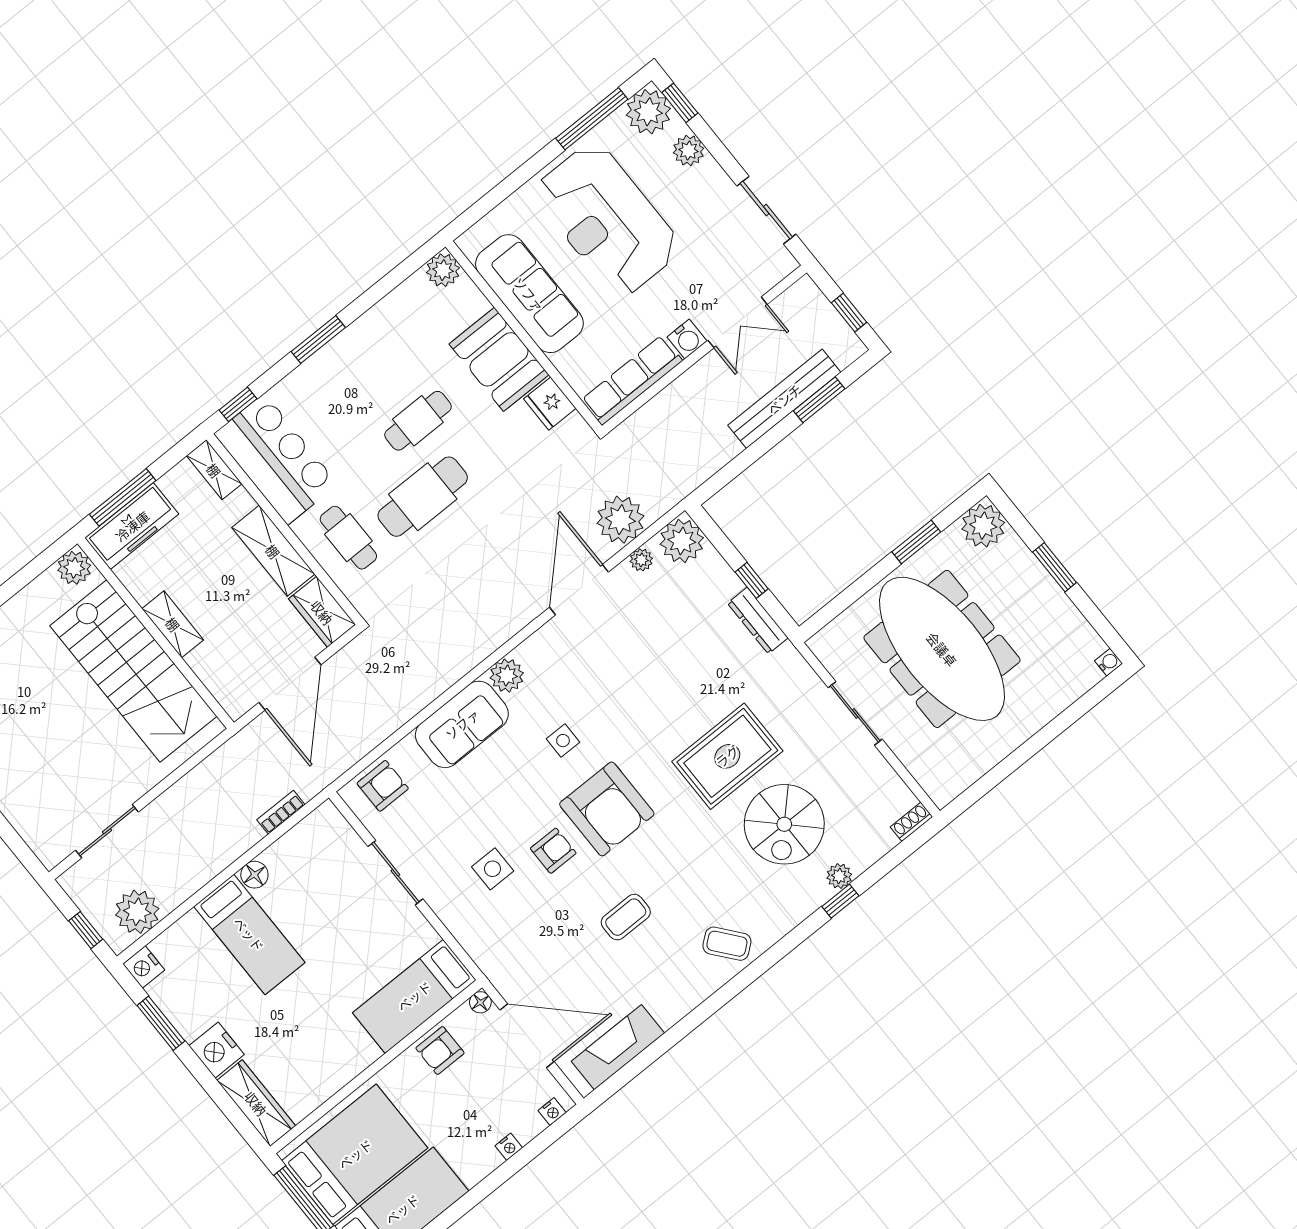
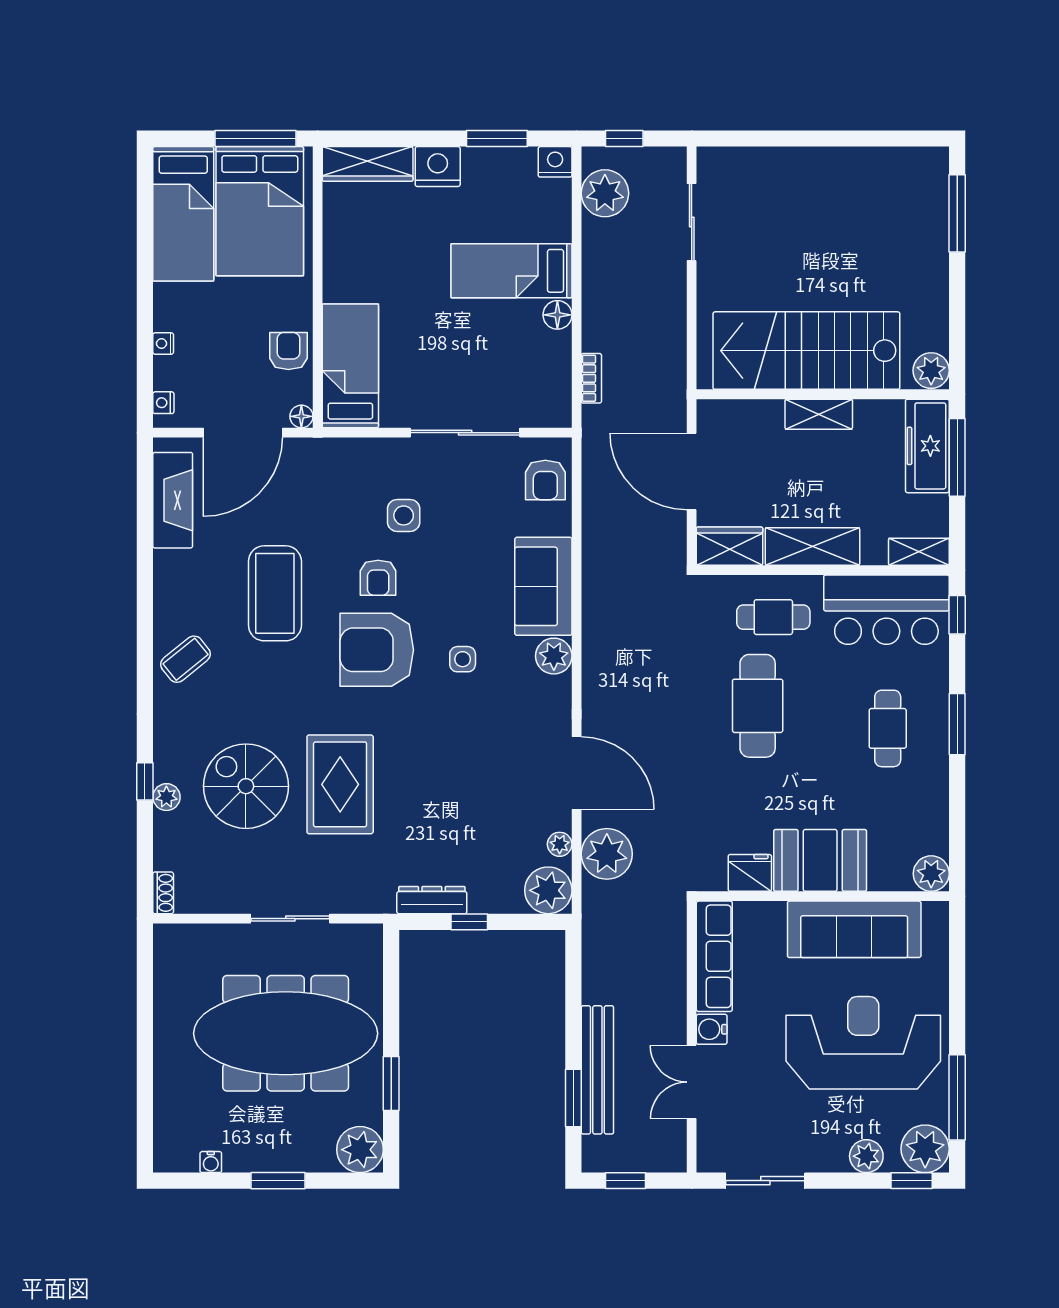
cafe table: (418, 421) -> (888, 728), moved
water cooler: (1109, 662) -> (211, 1162), moved
sliding door: (395, 873) -> (465, 433), width x1.37
coffee table: (626, 917) -> (275, 593), width x1.86, depth x1.72

